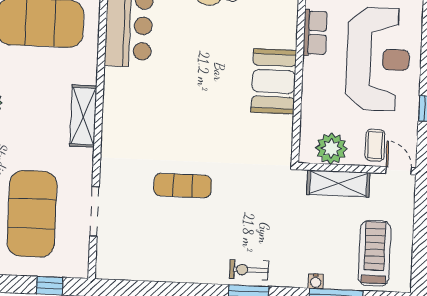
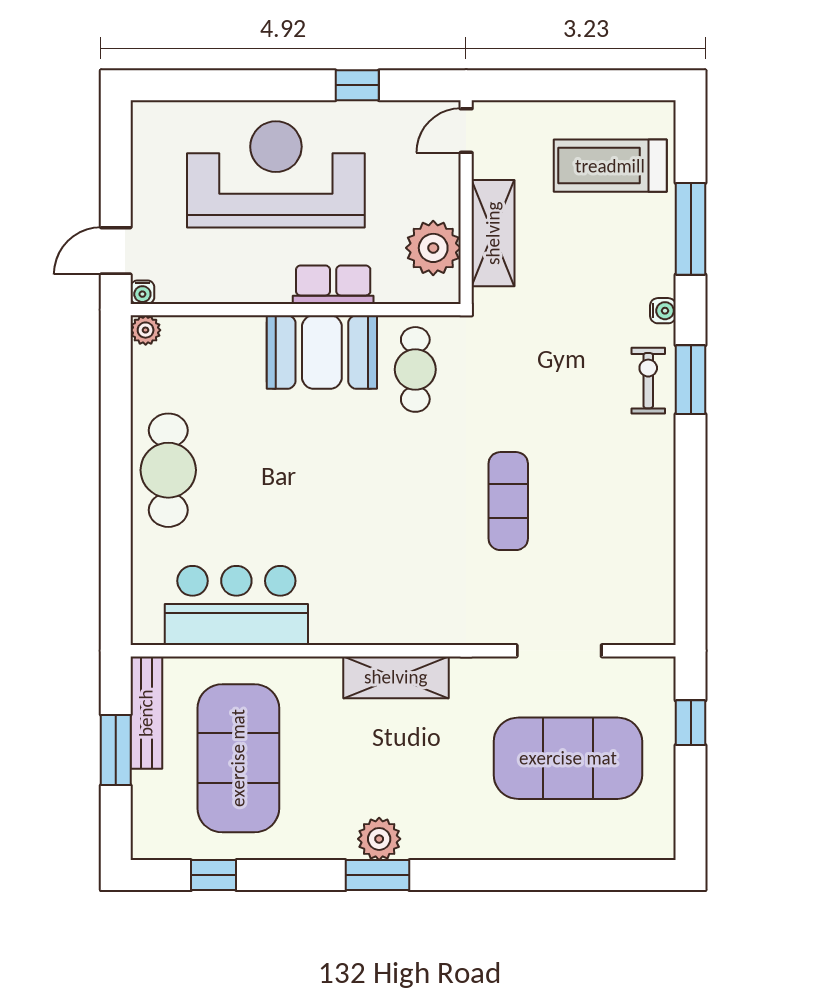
row of seats: (315, 33) -> (333, 285), moved
cafe table: (261, 135) -> (415, 369), added
coffee table: (375, 145) -> (424, 173), removed
exercise bike: (249, 270) -> (648, 381), turned 180
water cooler: (316, 281) -> (663, 311), moved

